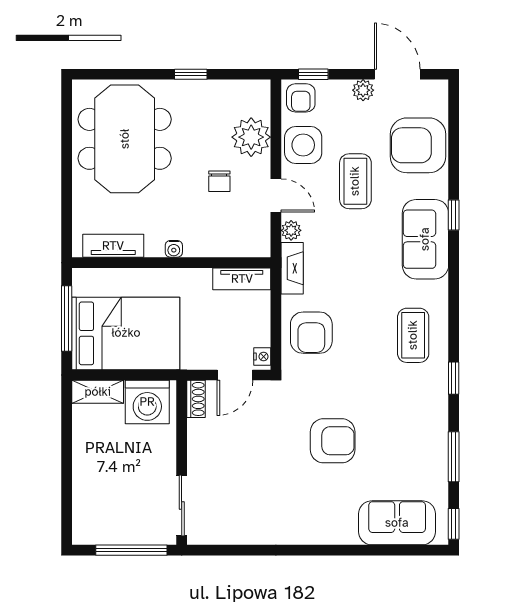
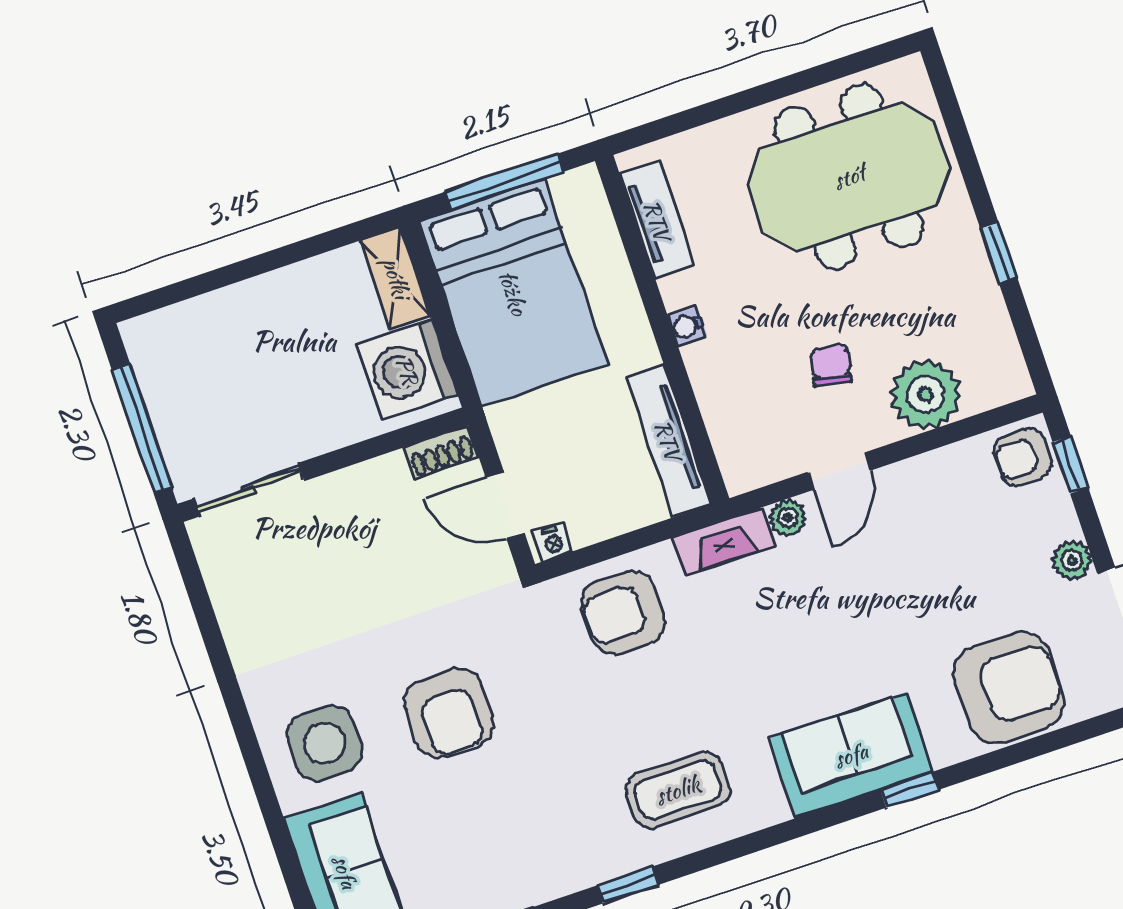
side table: (303, 145) -> (325, 743), moved
armchair: (418, 145) -> (1009, 687), turned 90
chair: (219, 181) -> (831, 365), turned 102
coffee table: (355, 181) -> (910, 600), removed
tv unit: (242, 279) -> (668, 440), width x1.41

